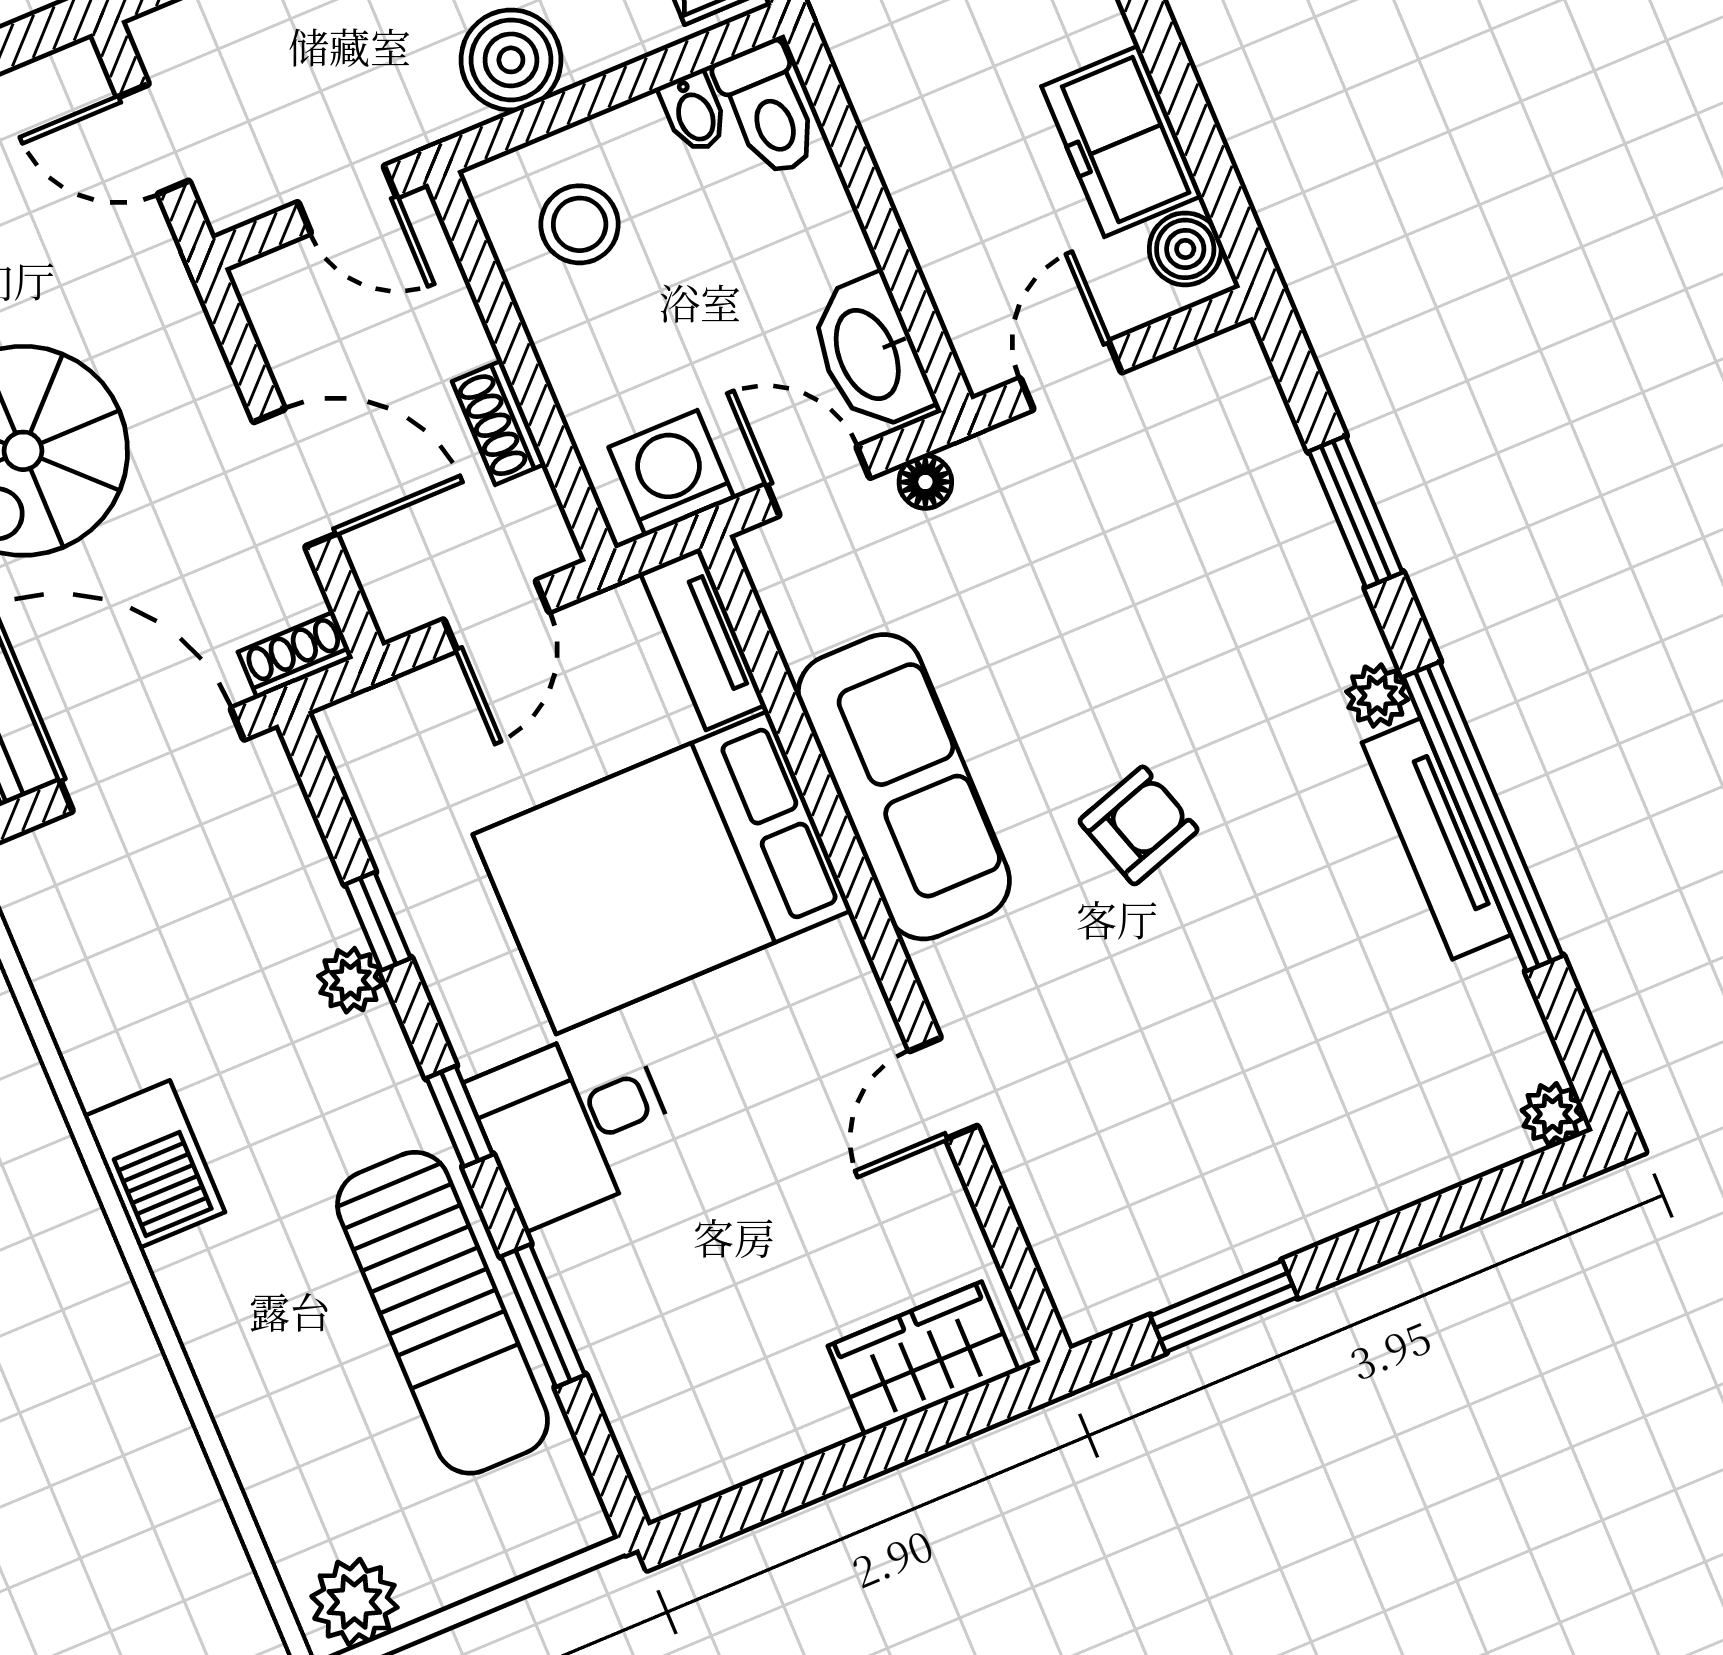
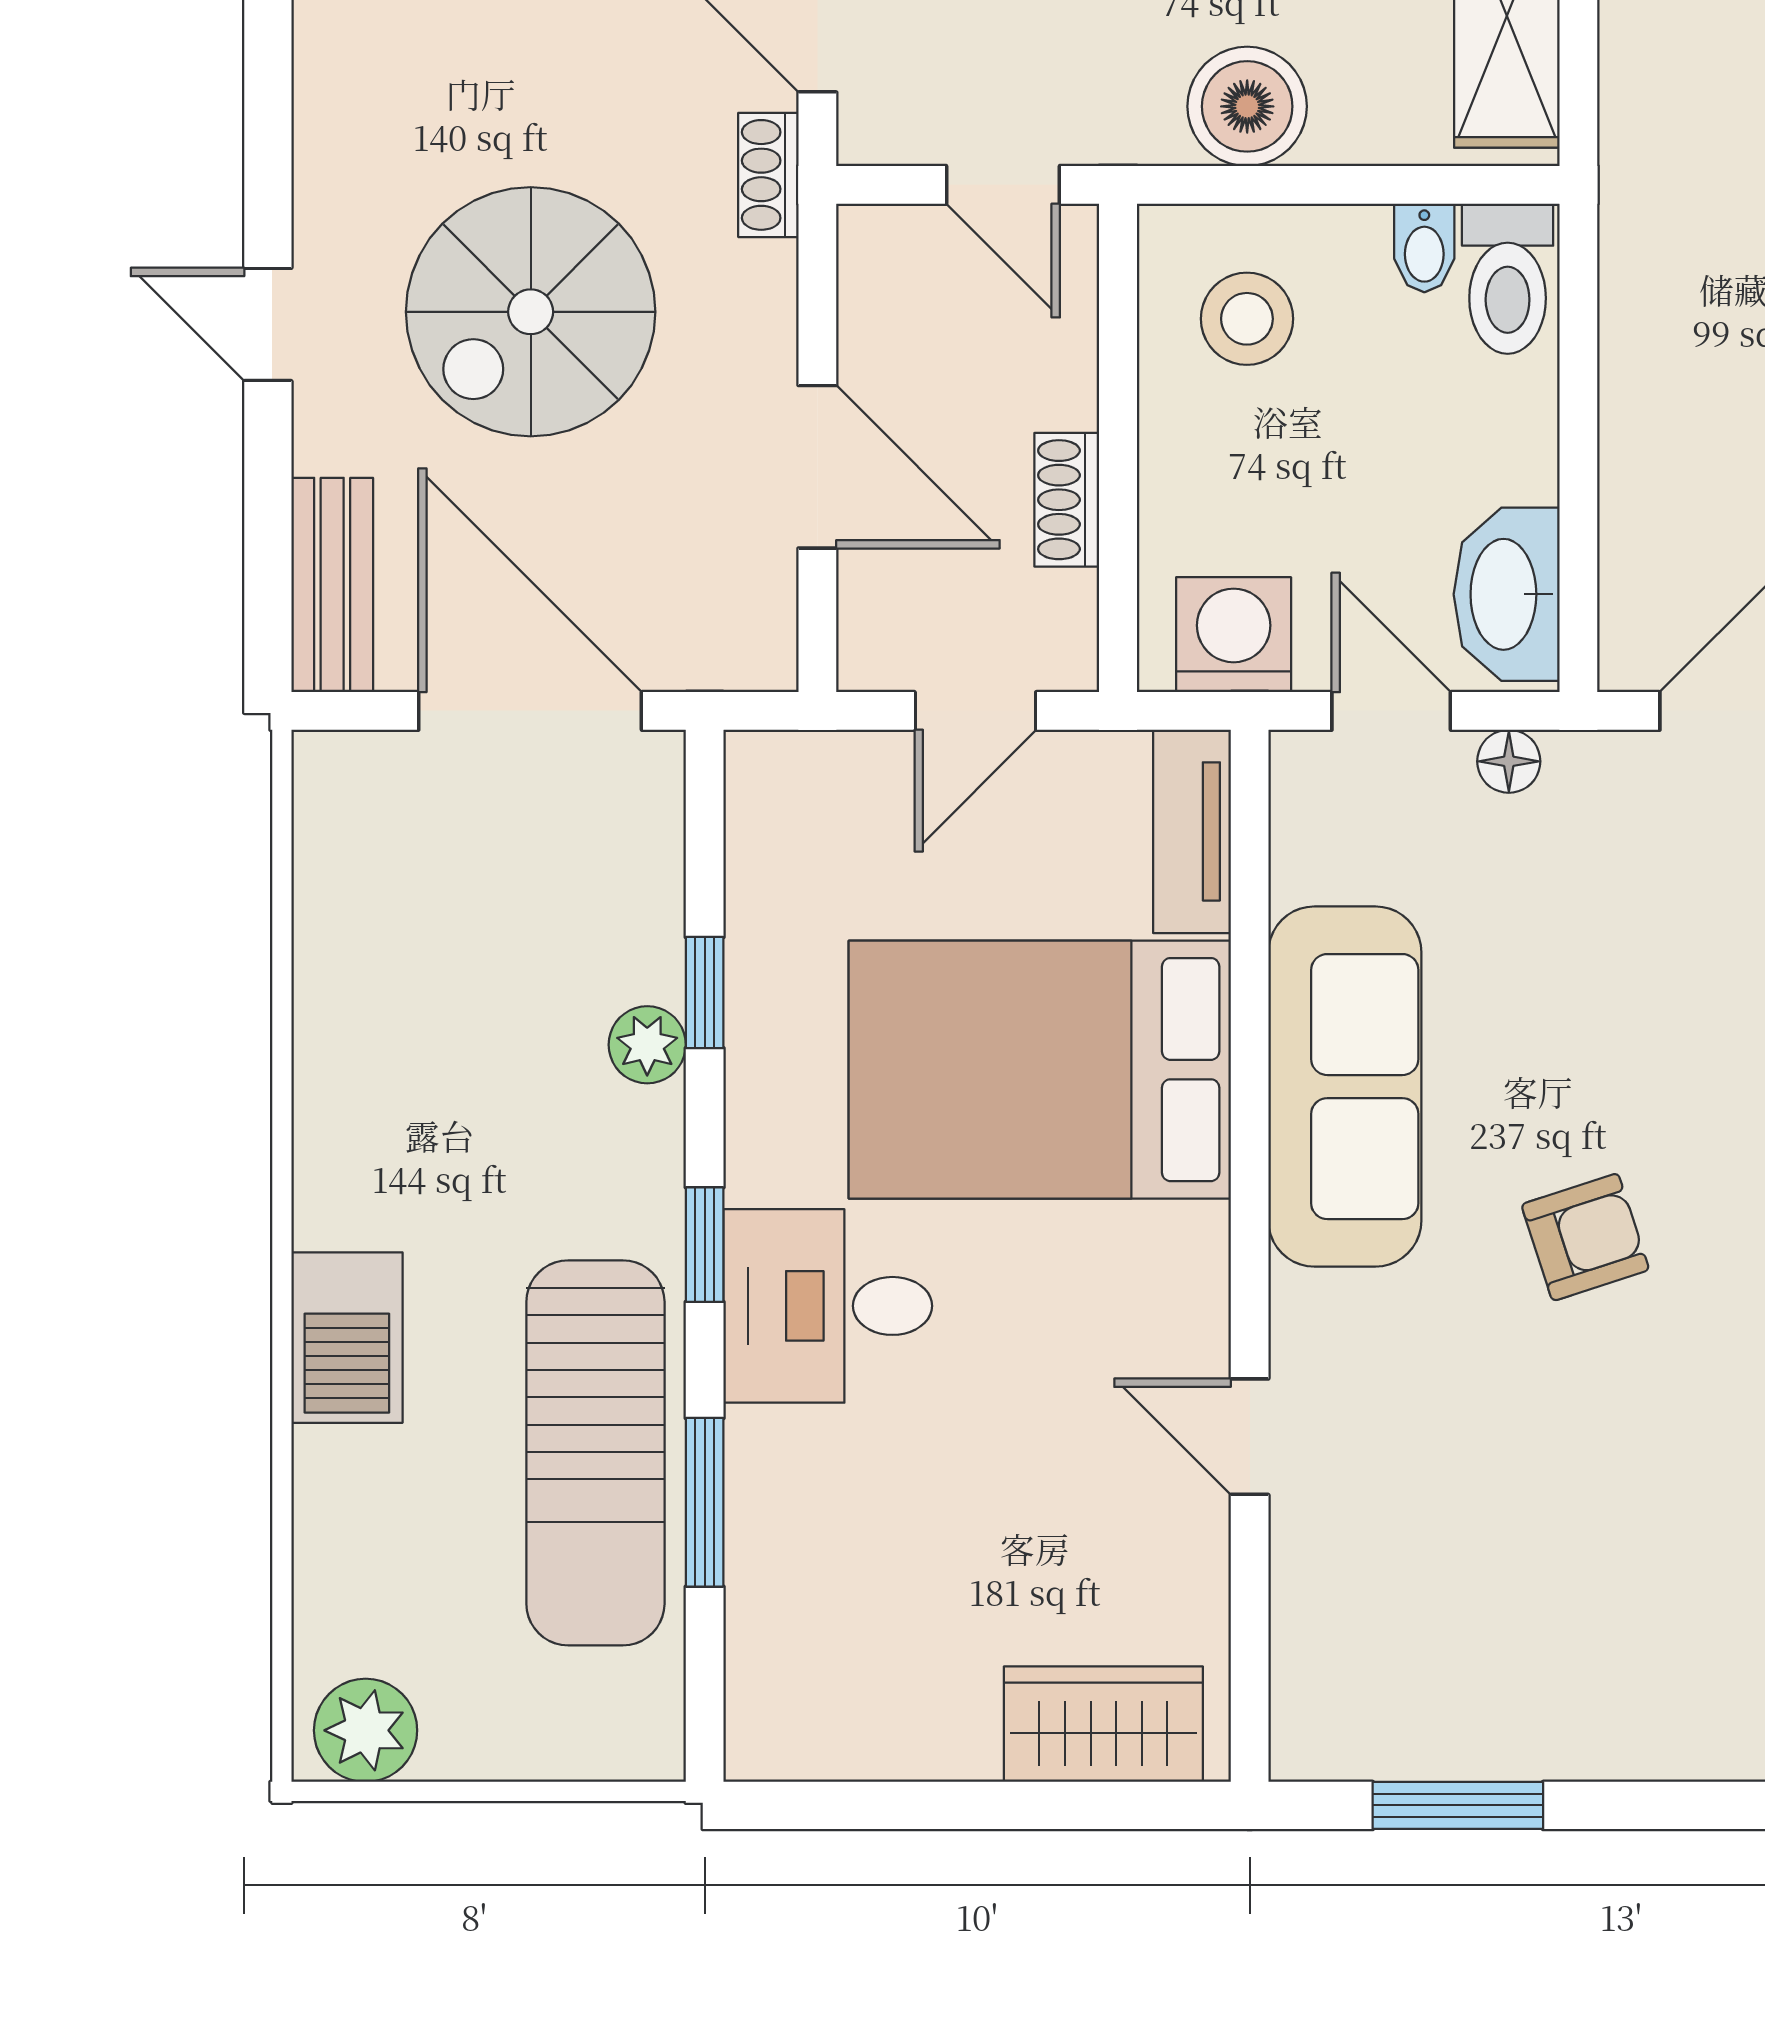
shoe rack: (296, 655) -> (768, 175), moved, turned -90
door: (943, 1089) -> (1250, 1437), hinge flipped
barbecue: (154, 1164) -> (347, 1338), moved

